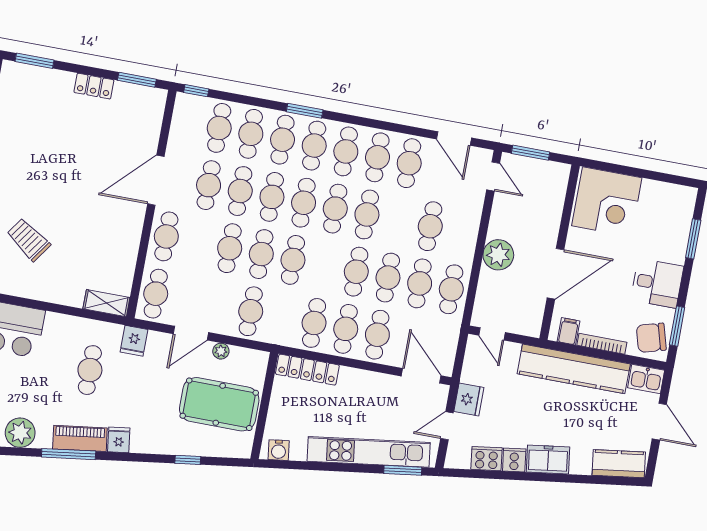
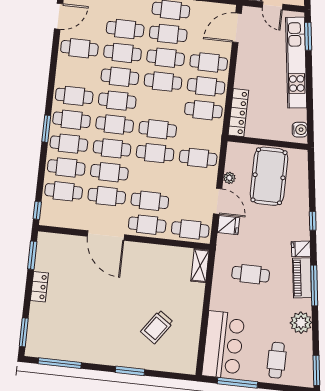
cafe table: (378, 157) -> (123, 53), moved
cafe table: (230, 248) -> (150, 201), moved
fridge: (134, 341) -> (228, 225), moved
window: (188, 460) -> (313, 221), moved

